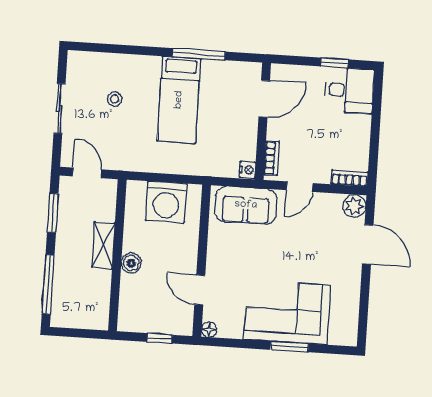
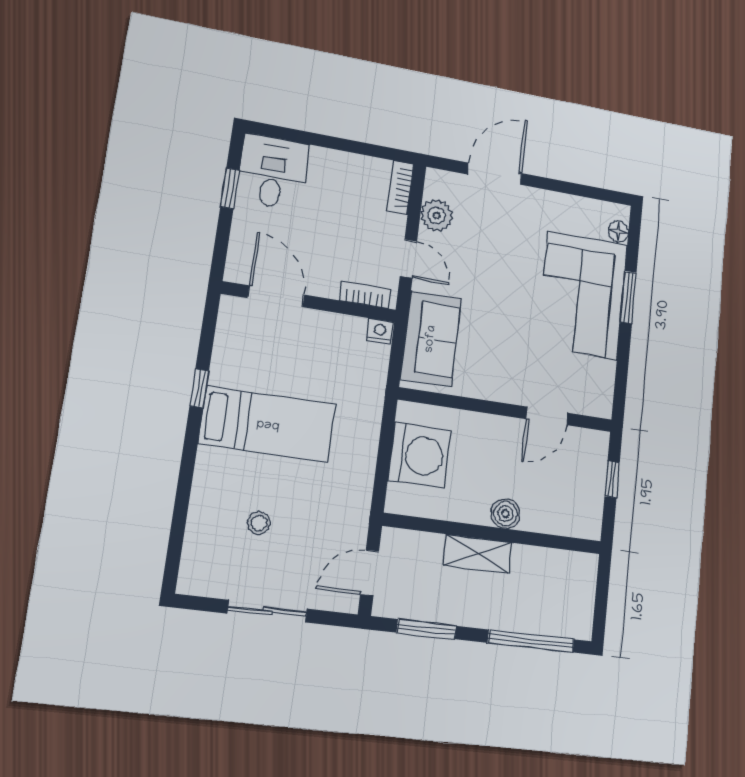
window: (199, 54) -> (199, 388), width x0.46
plant: (354, 206) -> (437, 216), moved
floor lamp: (209, 330) -> (618, 231), moved

